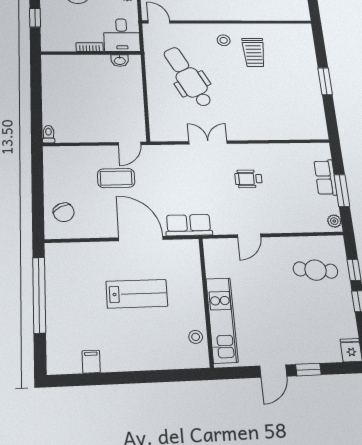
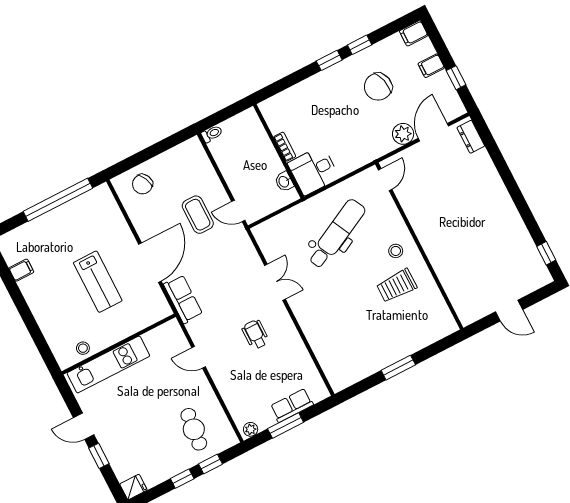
desk: (122, 35) -> (314, 170), moved
bookcase: (90, 47) -> (285, 147), moved
wall: (91, 53) -> (279, 151), moved
washbasin: (120, 61) -> (284, 182), moved

